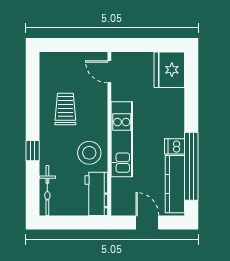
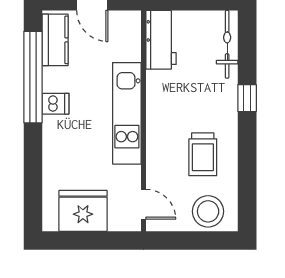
fridge: (169, 70) -> (83, 211), moved, turned -90
stool: (89, 153) -> (208, 211), moved
kitchen counter: (175, 184) -> (55, 40), width x0.67

